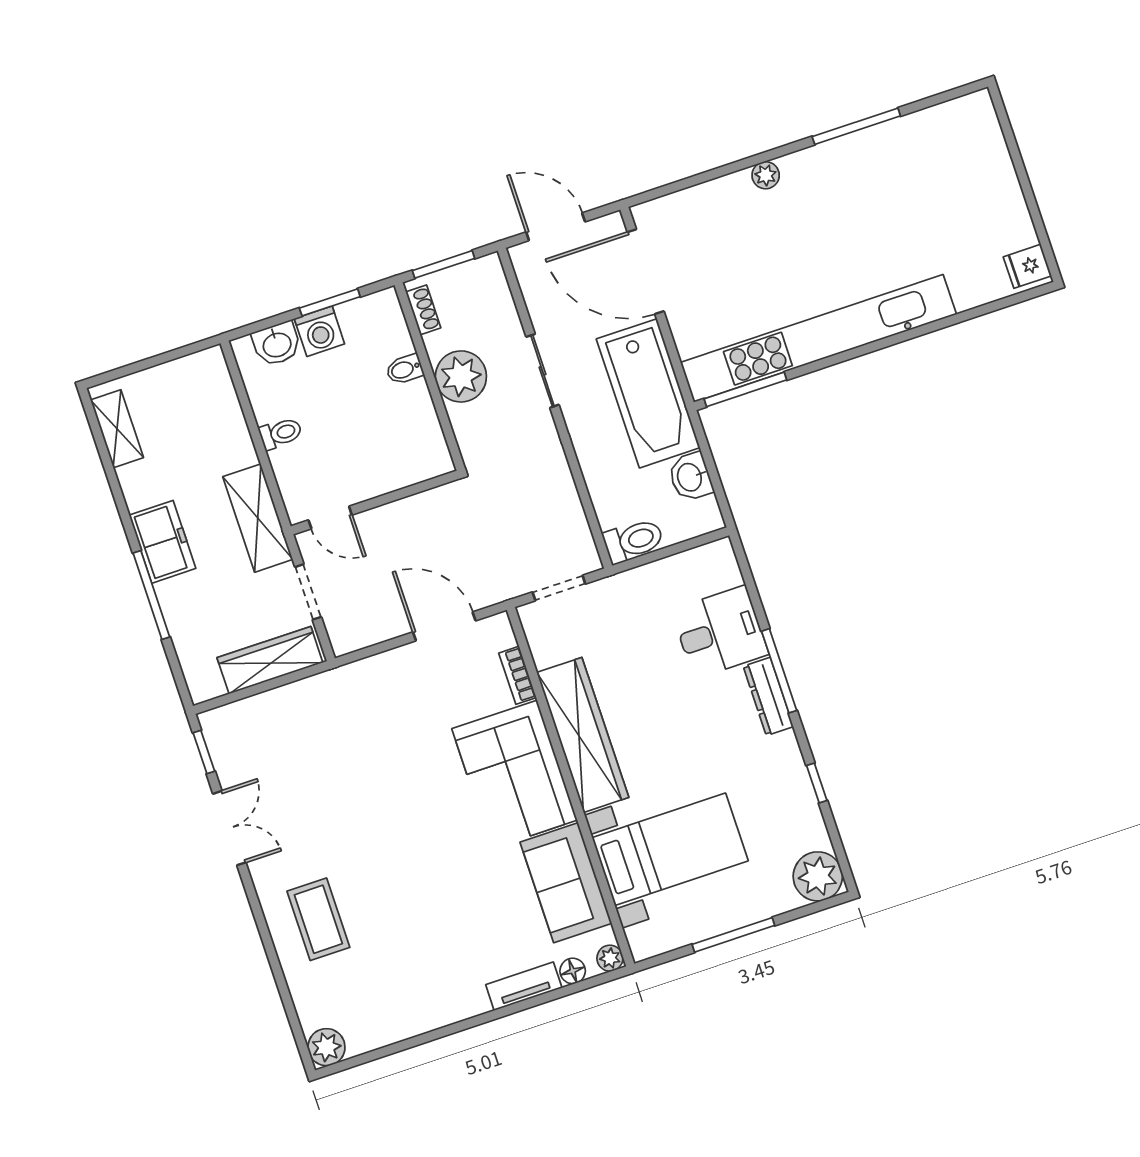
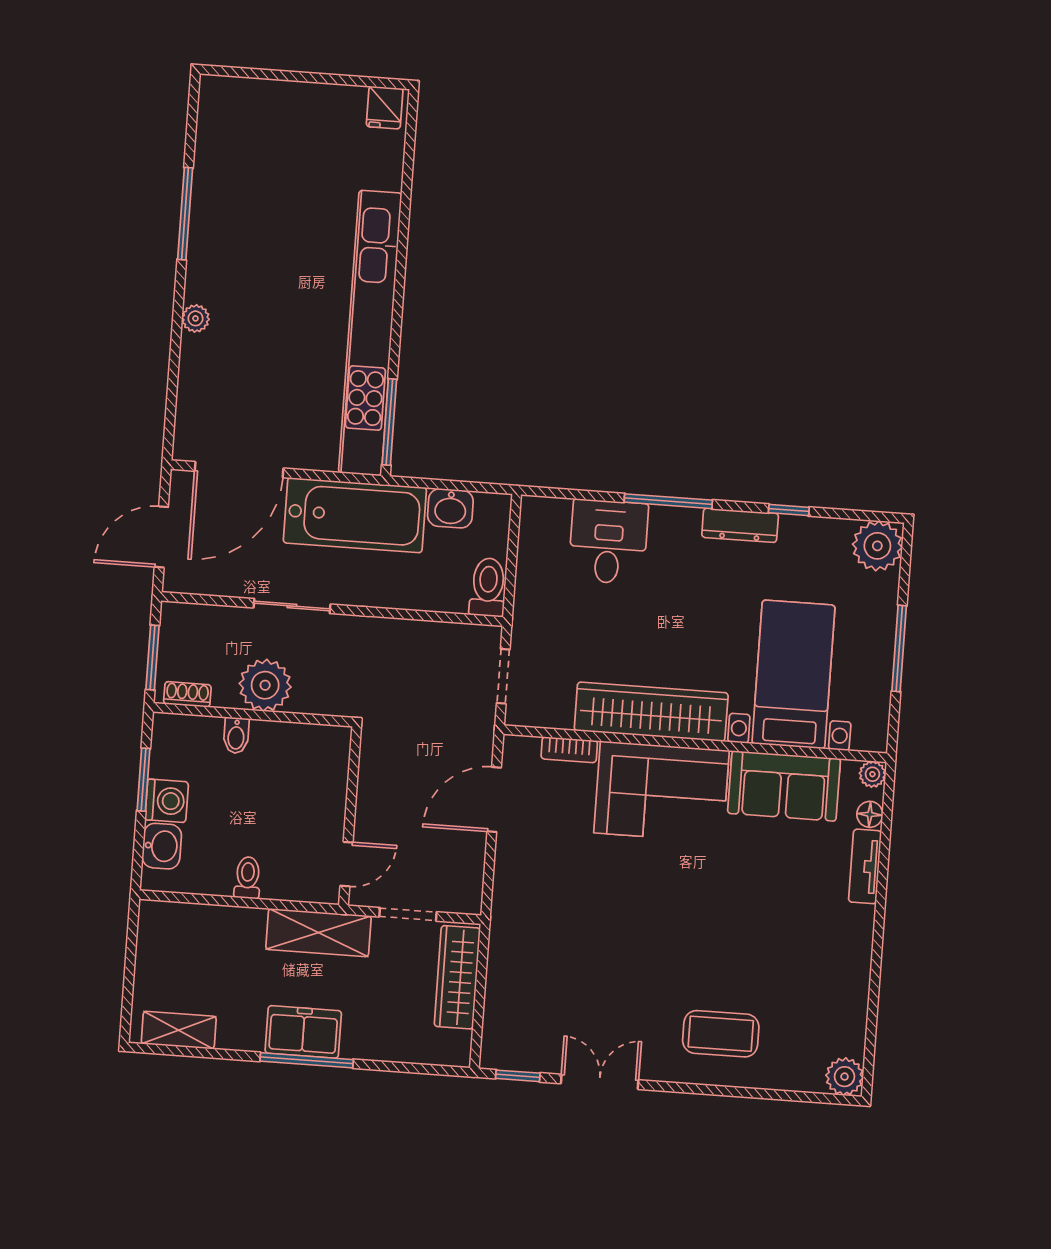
window: (151, 595) -> (307, 1060), moved
dresser: (768, 696) -> (740, 525), moved

